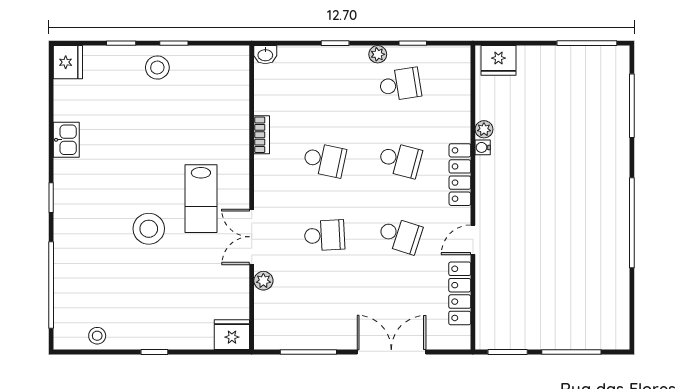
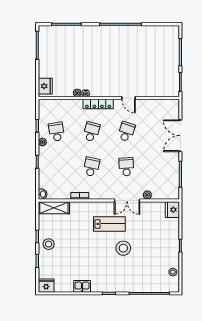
shelving: (236, 79) -> (54, 208), added
locker: (460, 293) -> (153, 104), removed

